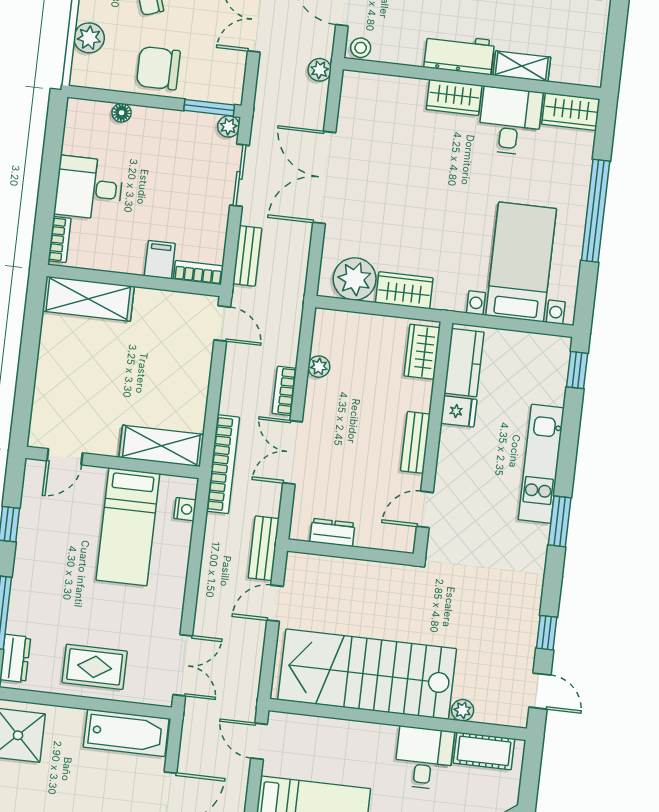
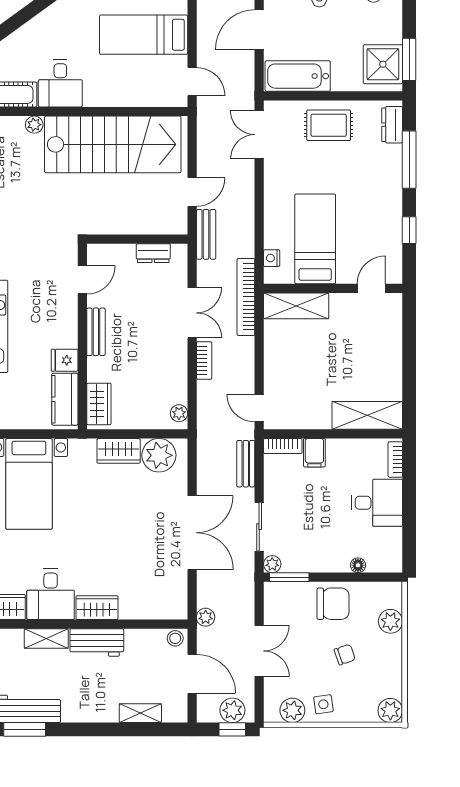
plant: (319, 367) -> (179, 413), moved

